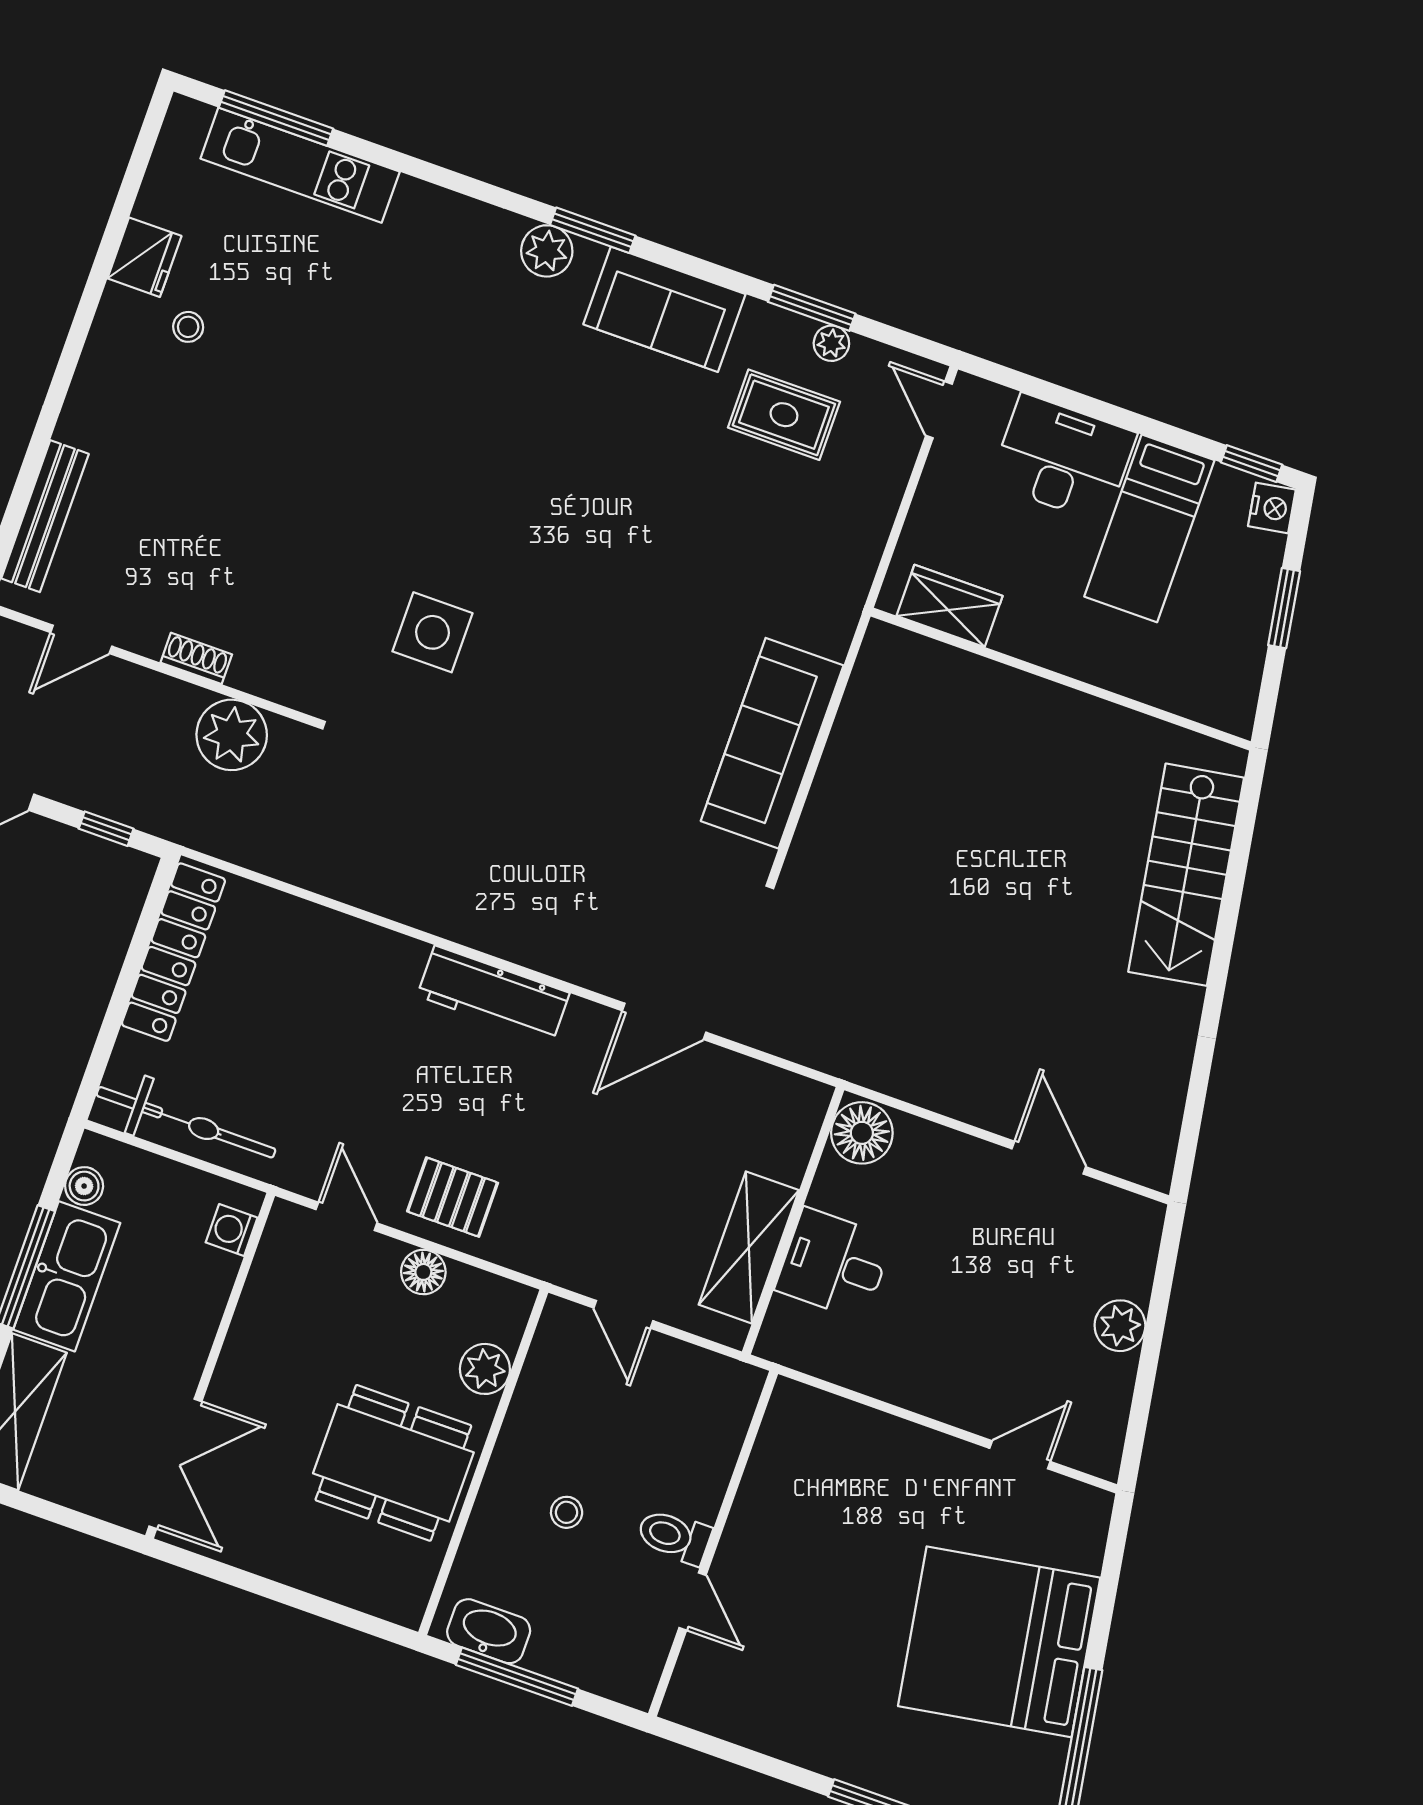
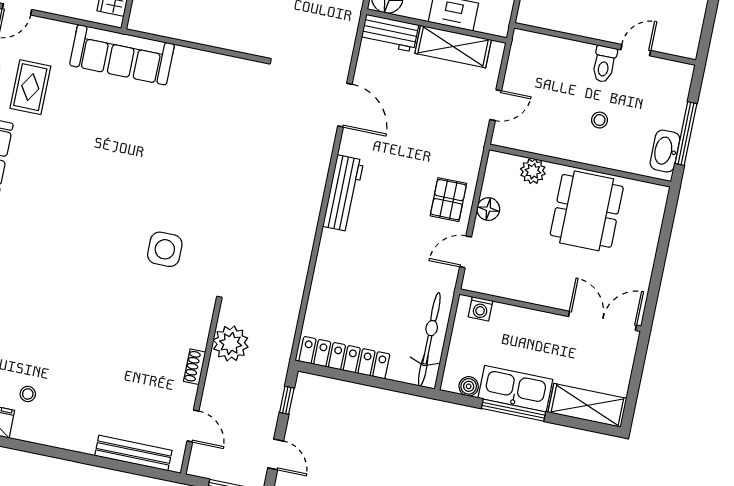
sofa: (772, 743) -> (122, 55), moved
workbench: (792, 1128) -> (390, 33), added

